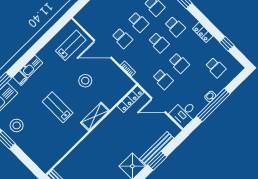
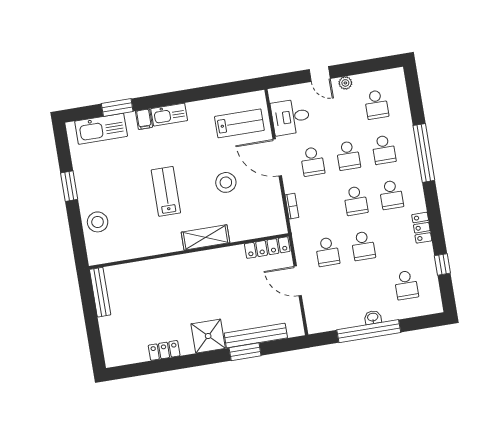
desk: (184, 113) -> (291, 117), moved
stool: (17, 125) -> (98, 222), moved

